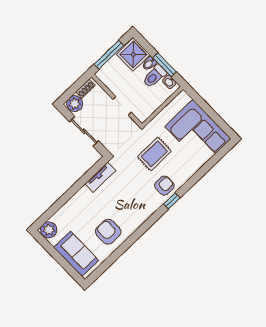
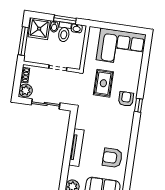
tv unit: (100, 177) -> (76, 148), moved, width x1.41

